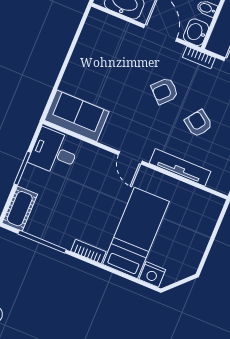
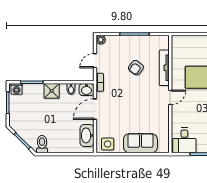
side table: (98, 30) -> (108, 144), added
armchair: (165, 91) -> (126, 94), removed
sofa: (77, 116) -> (140, 143), moved, turned 90

